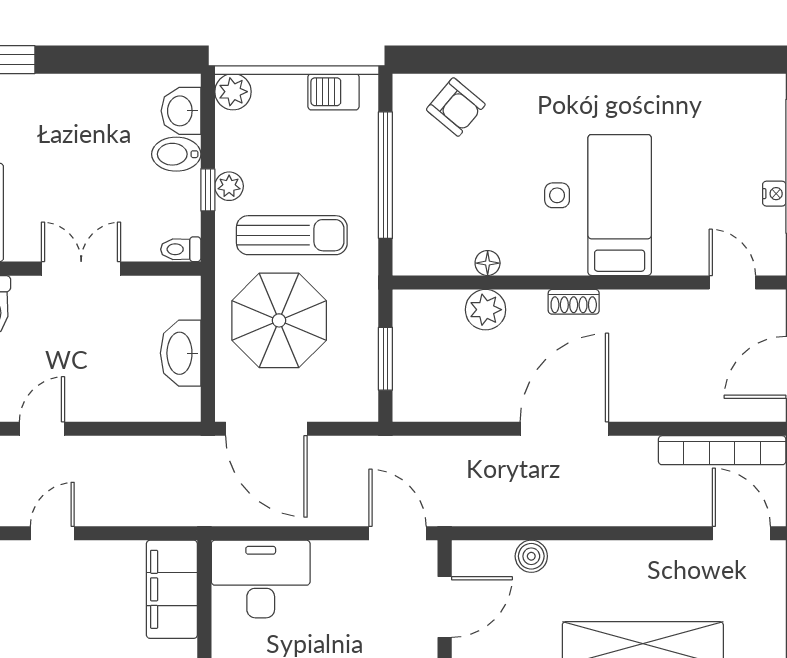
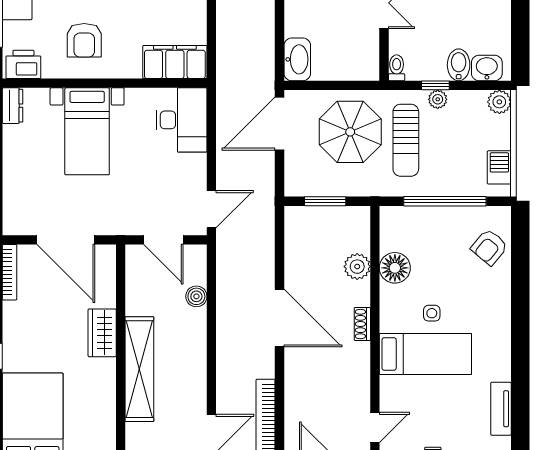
tv unit: (704, 89) -> (501, 409), added
floor lamp: (488, 263) -> (395, 268), width x1.89, depth x1.89
washbasin: (181, 353) -> (297, 59), moved, turned 90

